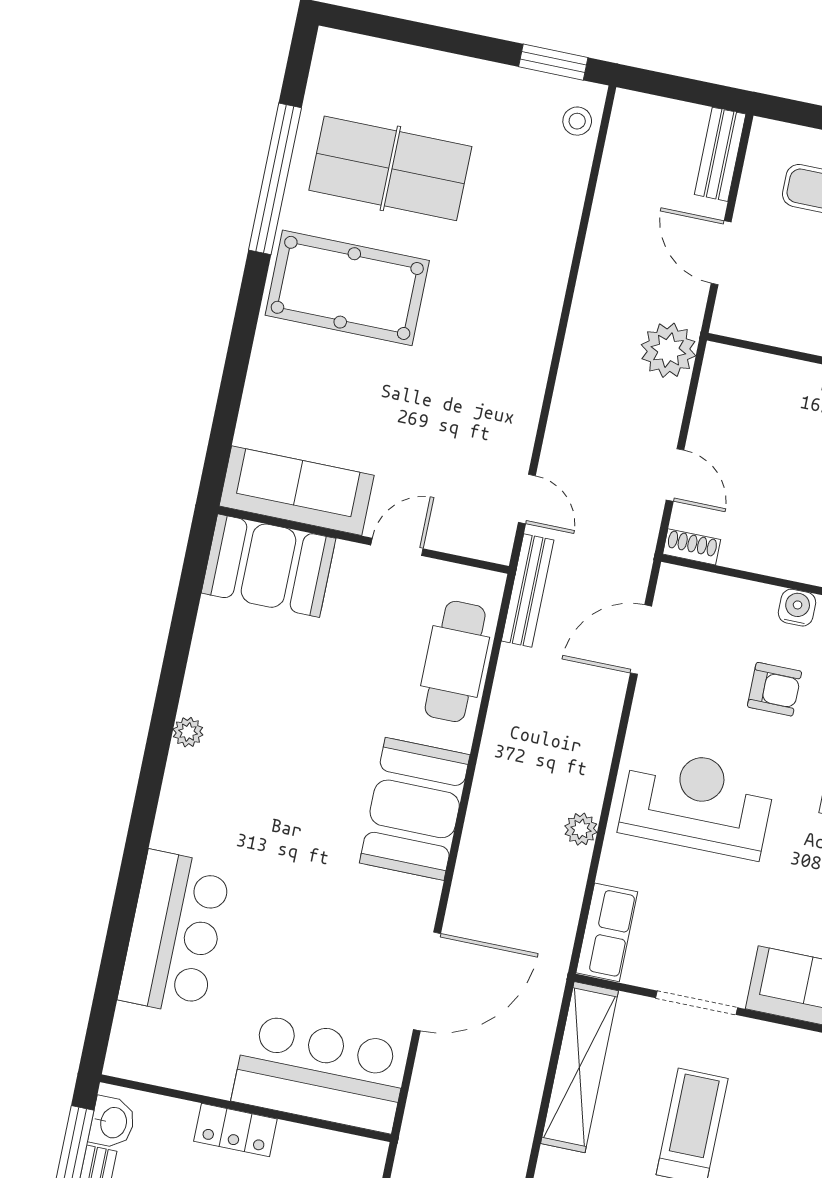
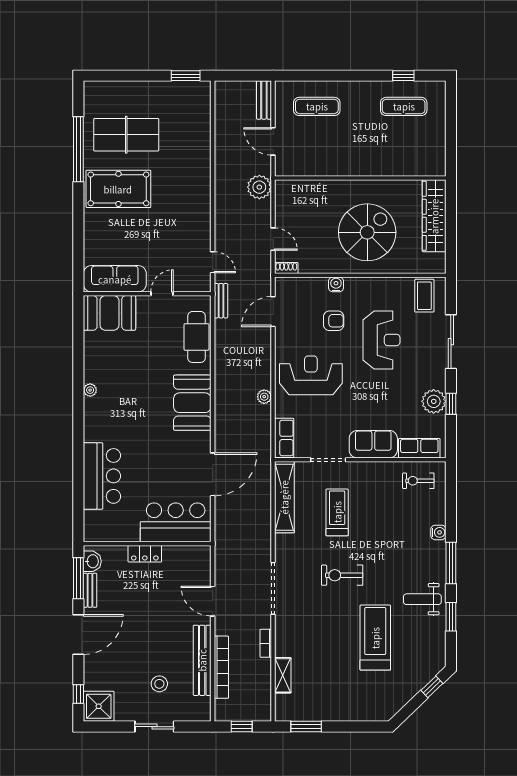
stool: (577, 121) -> (201, 98), removed
bench: (528, 590) -> (221, 301), width x0.73

